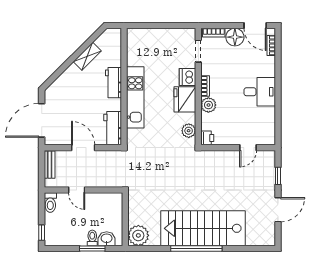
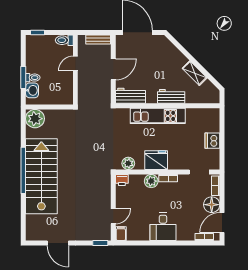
dishwasher: (188, 77) -> (212, 141), moved, turned -90
filing cabinet: (267, 139) -> (121, 234), added
door: (248, 148) -> (113, 216), swing flipped
window: (278, 176) -> (100, 243), moved

